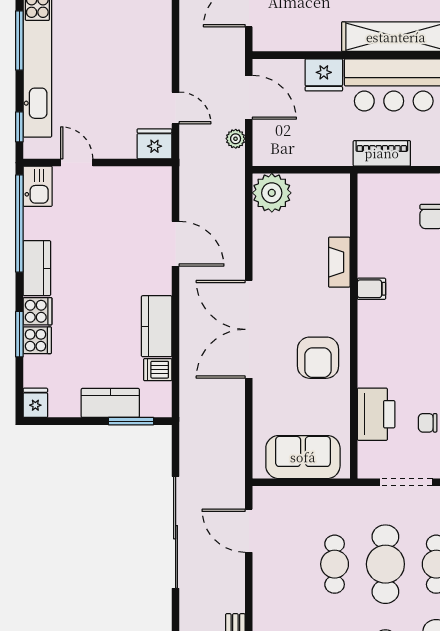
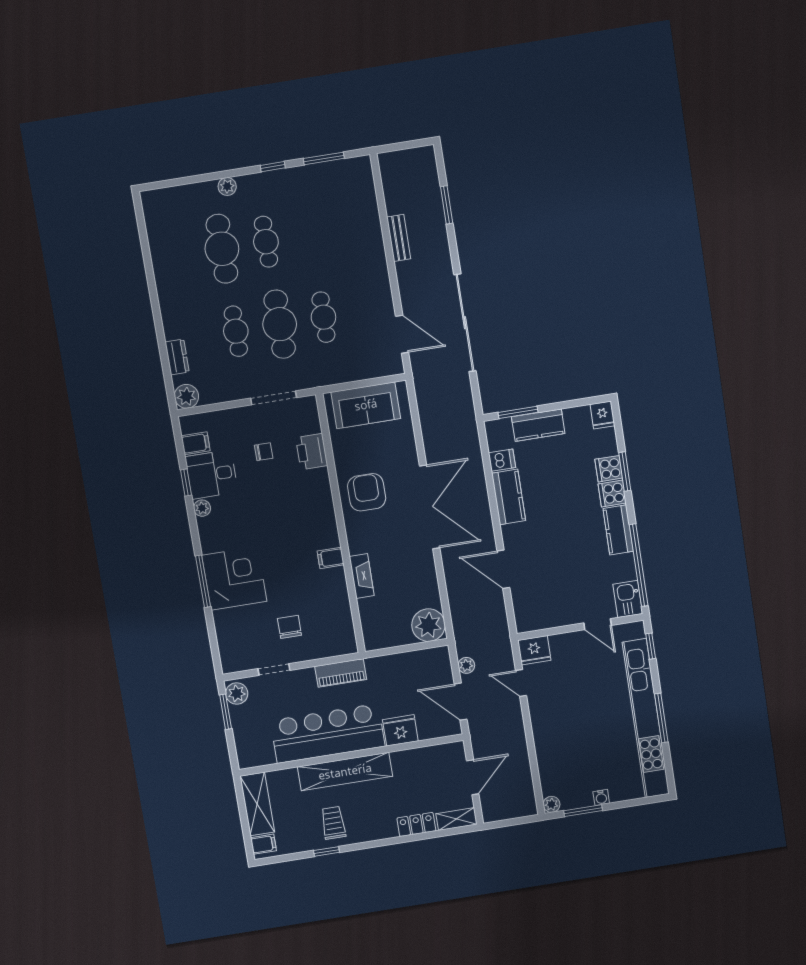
printer: (376, 414) -> (312, 452), width x0.73, depth x0.84

